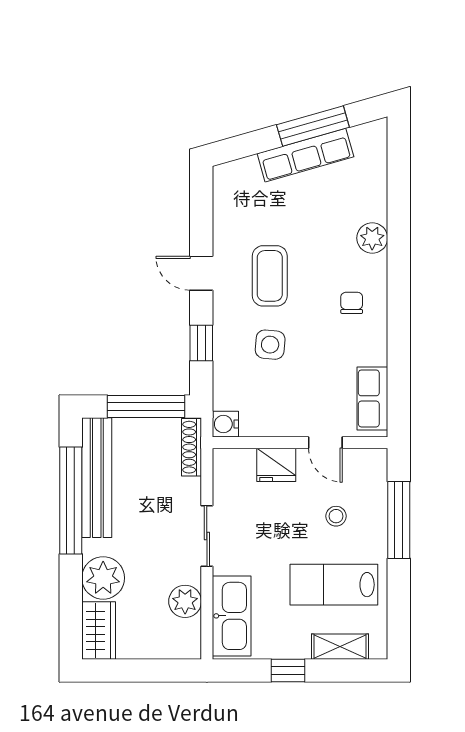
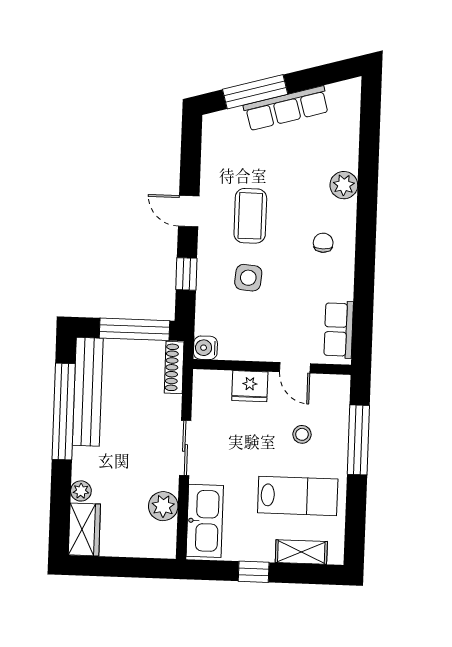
window: (313, 126) -> (255, 92), moved
plant: (103, 578) -> (81, 491), width x0.53, depth x0.53
lab bench: (334, 585) -> (298, 496), turned 180

